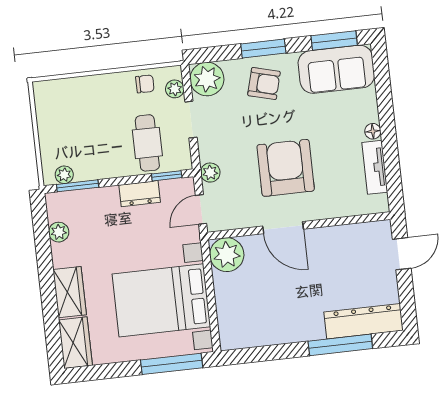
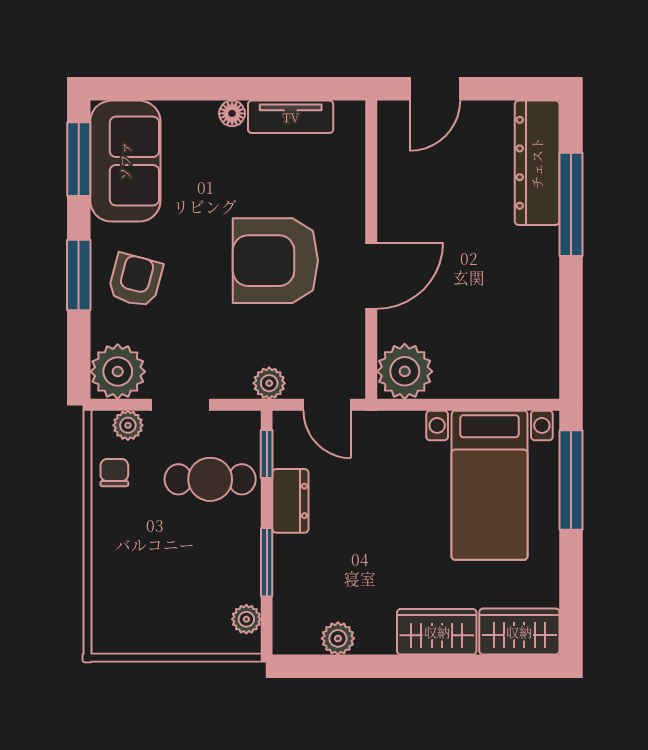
window: (78, 186) -> (267, 562), moved
door: (402, 254) -> (435, 89), swing flipped
bed with nightstands: (161, 300) -> (490, 485), width x0.73

